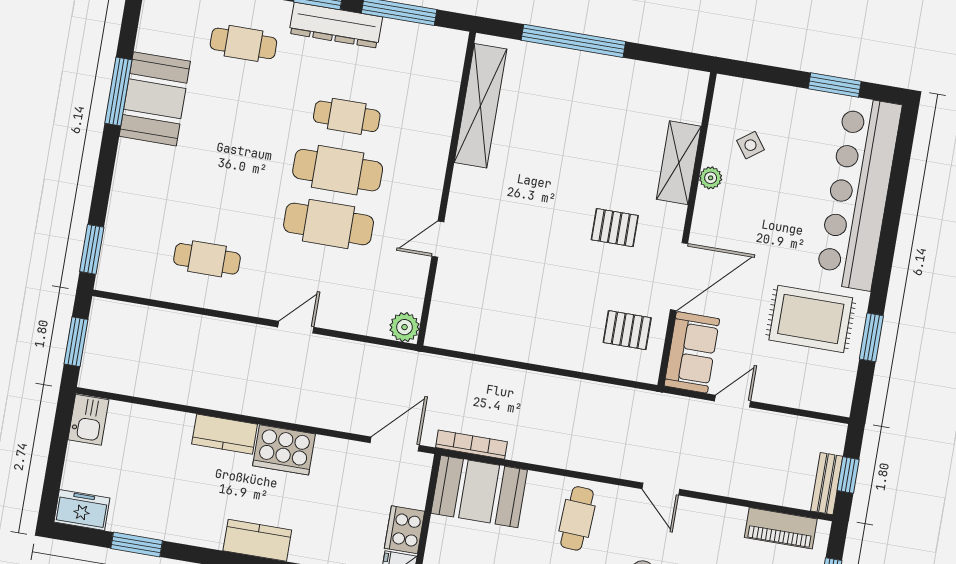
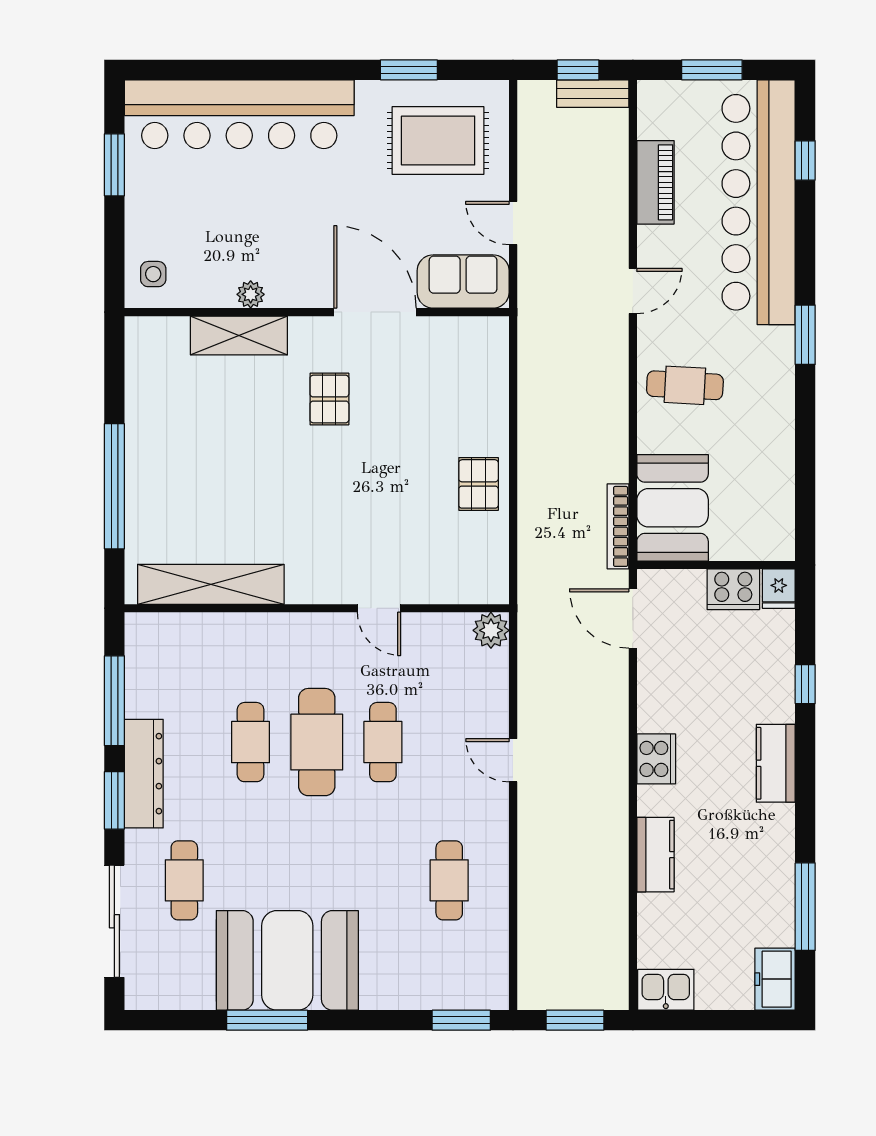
booth: (155, 99) -> (287, 960), width x1.36, depth x1.42
side table: (750, 145) -> (153, 274), moved, turned 36
cafe table: (329, 224) -> (383, 742), width x0.73, depth x0.74
rug: (811, 319) -> (438, 140), moved, turned 90
pallet: (627, 330) -> (479, 484), moved
kitchen counter: (225, 434) -> (655, 855), moved
cooker: (284, 450) -> (656, 759), width x0.73, depth x0.76
piano: (781, 528) -> (655, 182), moved
window: (137, 545) -> (805, 907), width x1.44

